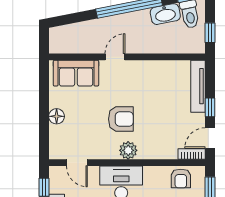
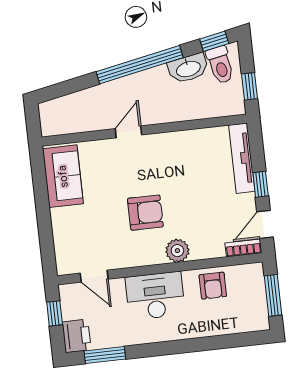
sofa: (76, 73) -> (63, 176), moved, turned -90
floor lamp: (57, 116) -> (61, 218), removed
plant: (128, 150) -> (177, 251), moved
armchair: (181, 179) -> (213, 286), moved

